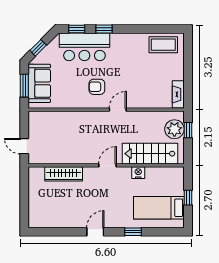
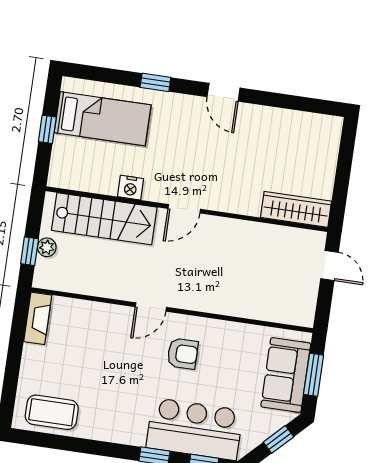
plant: (174, 129) -> (47, 247), width x0.53, depth x0.53
wardrobe: (64, 174) -> (296, 209), moved
door: (95, 232) -> (224, 92), hinge flipped

